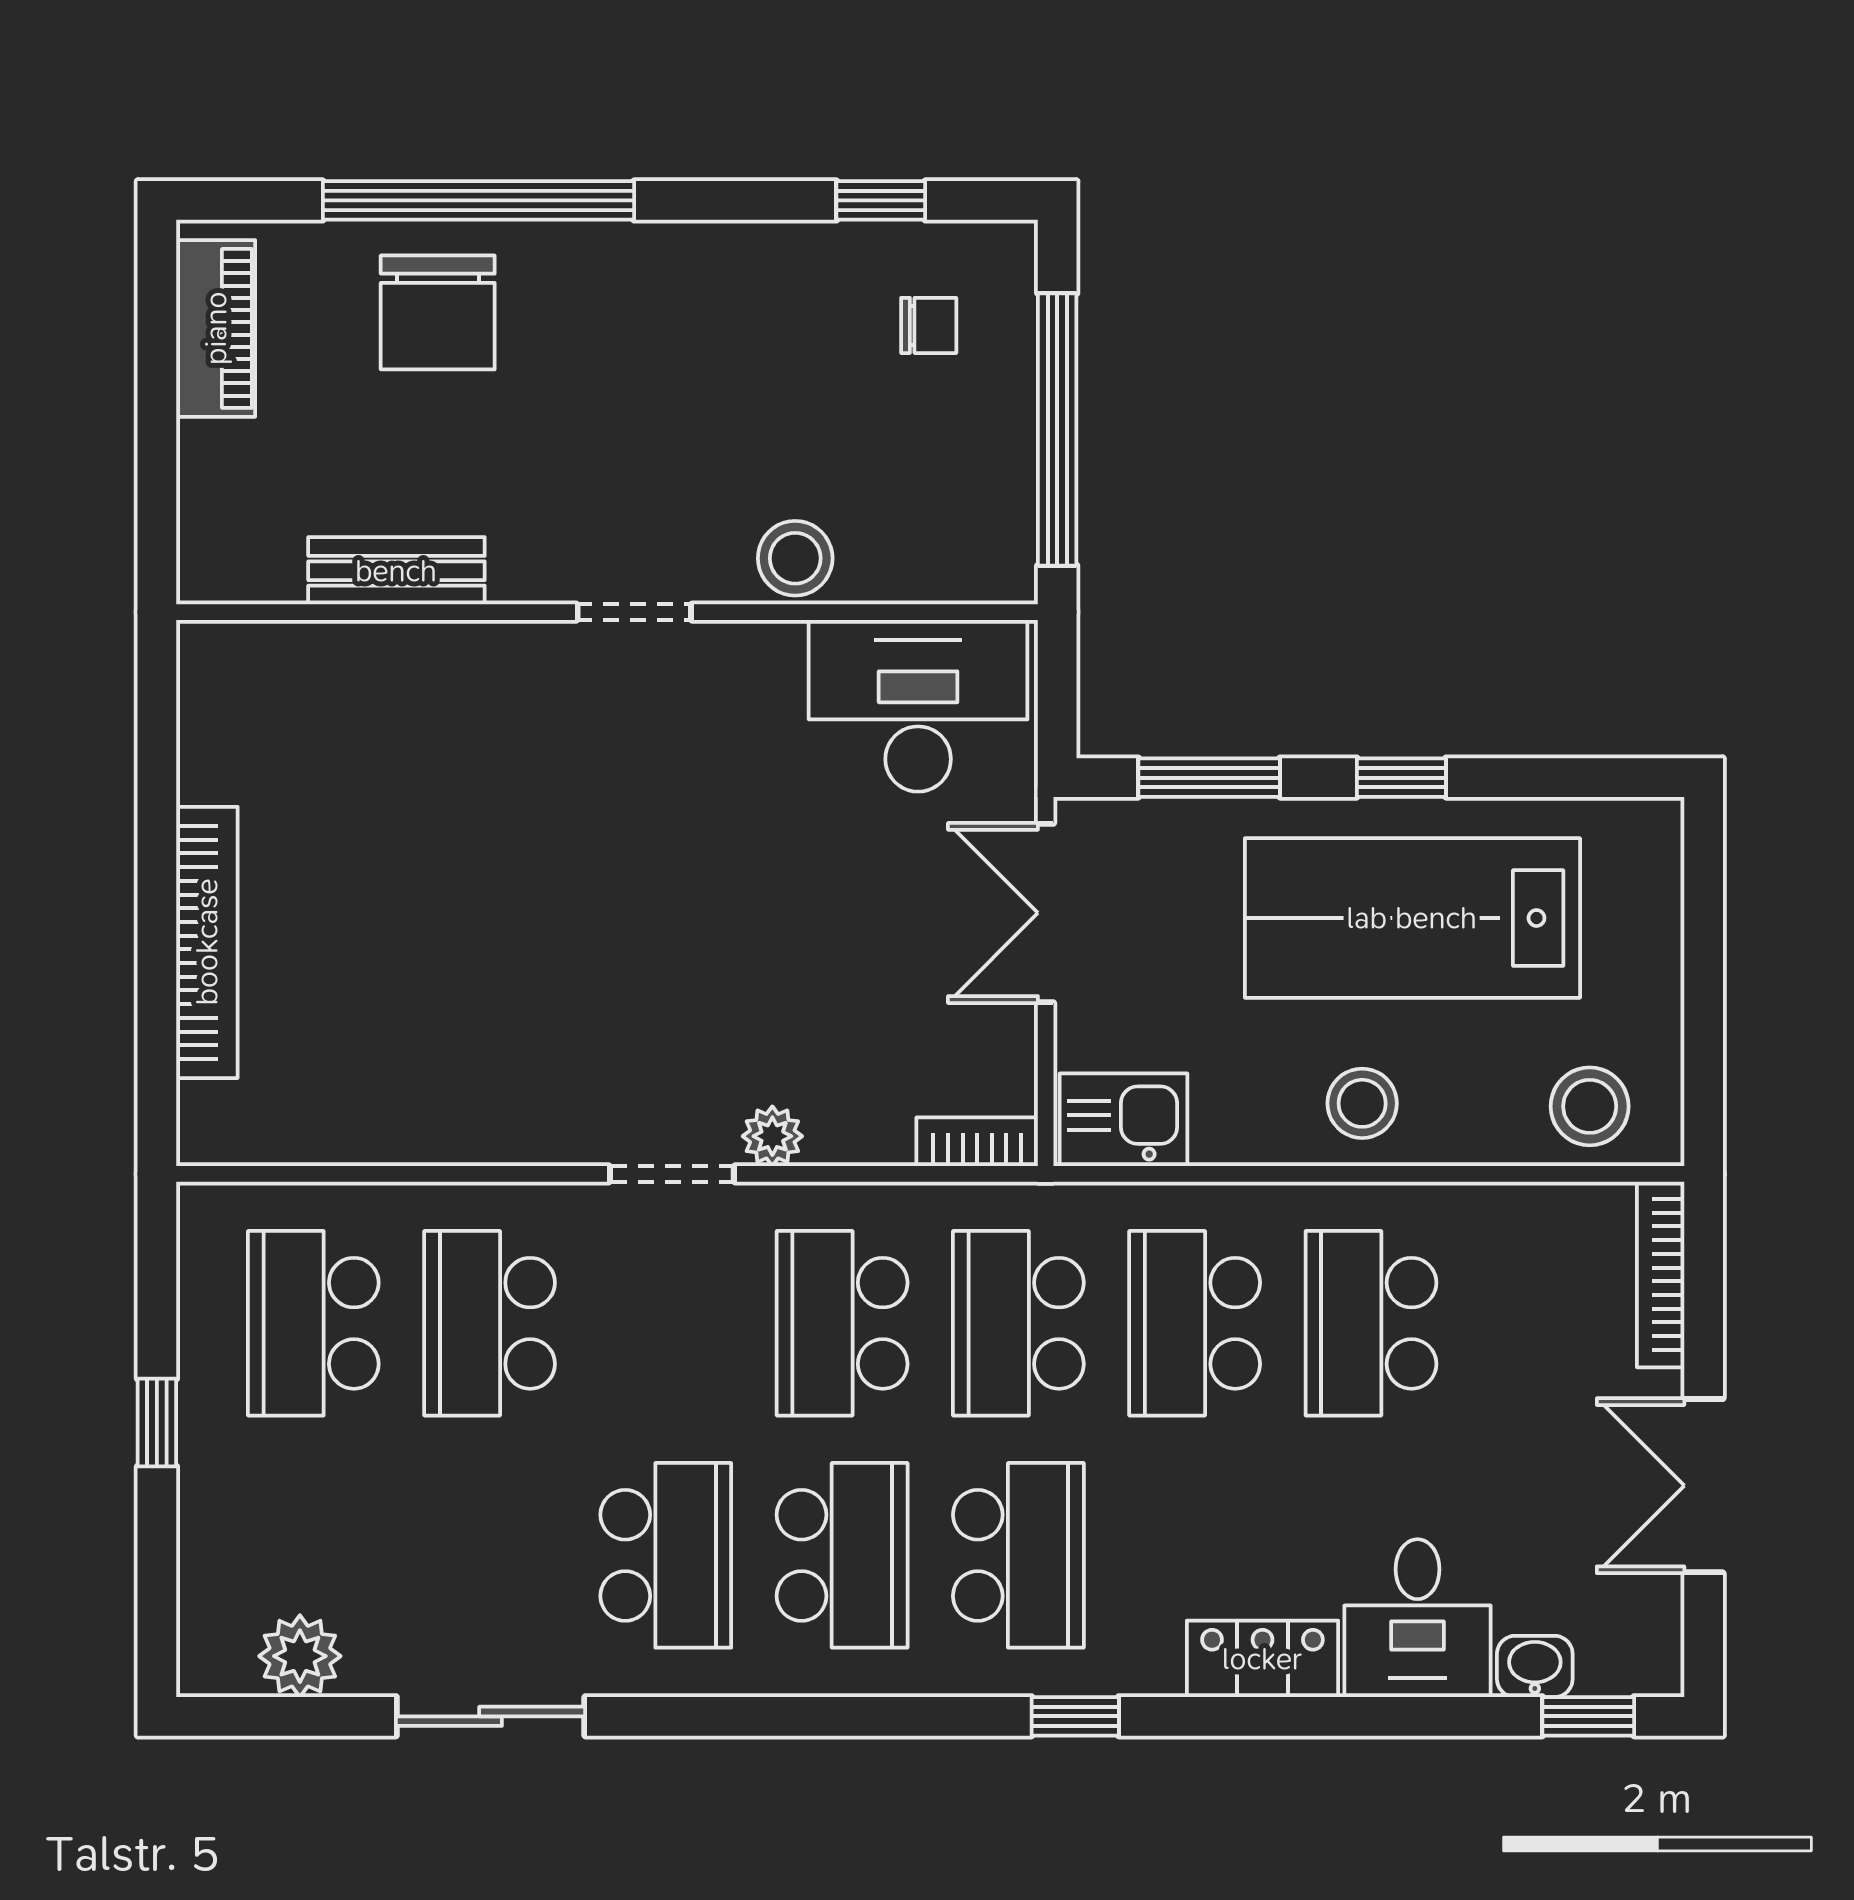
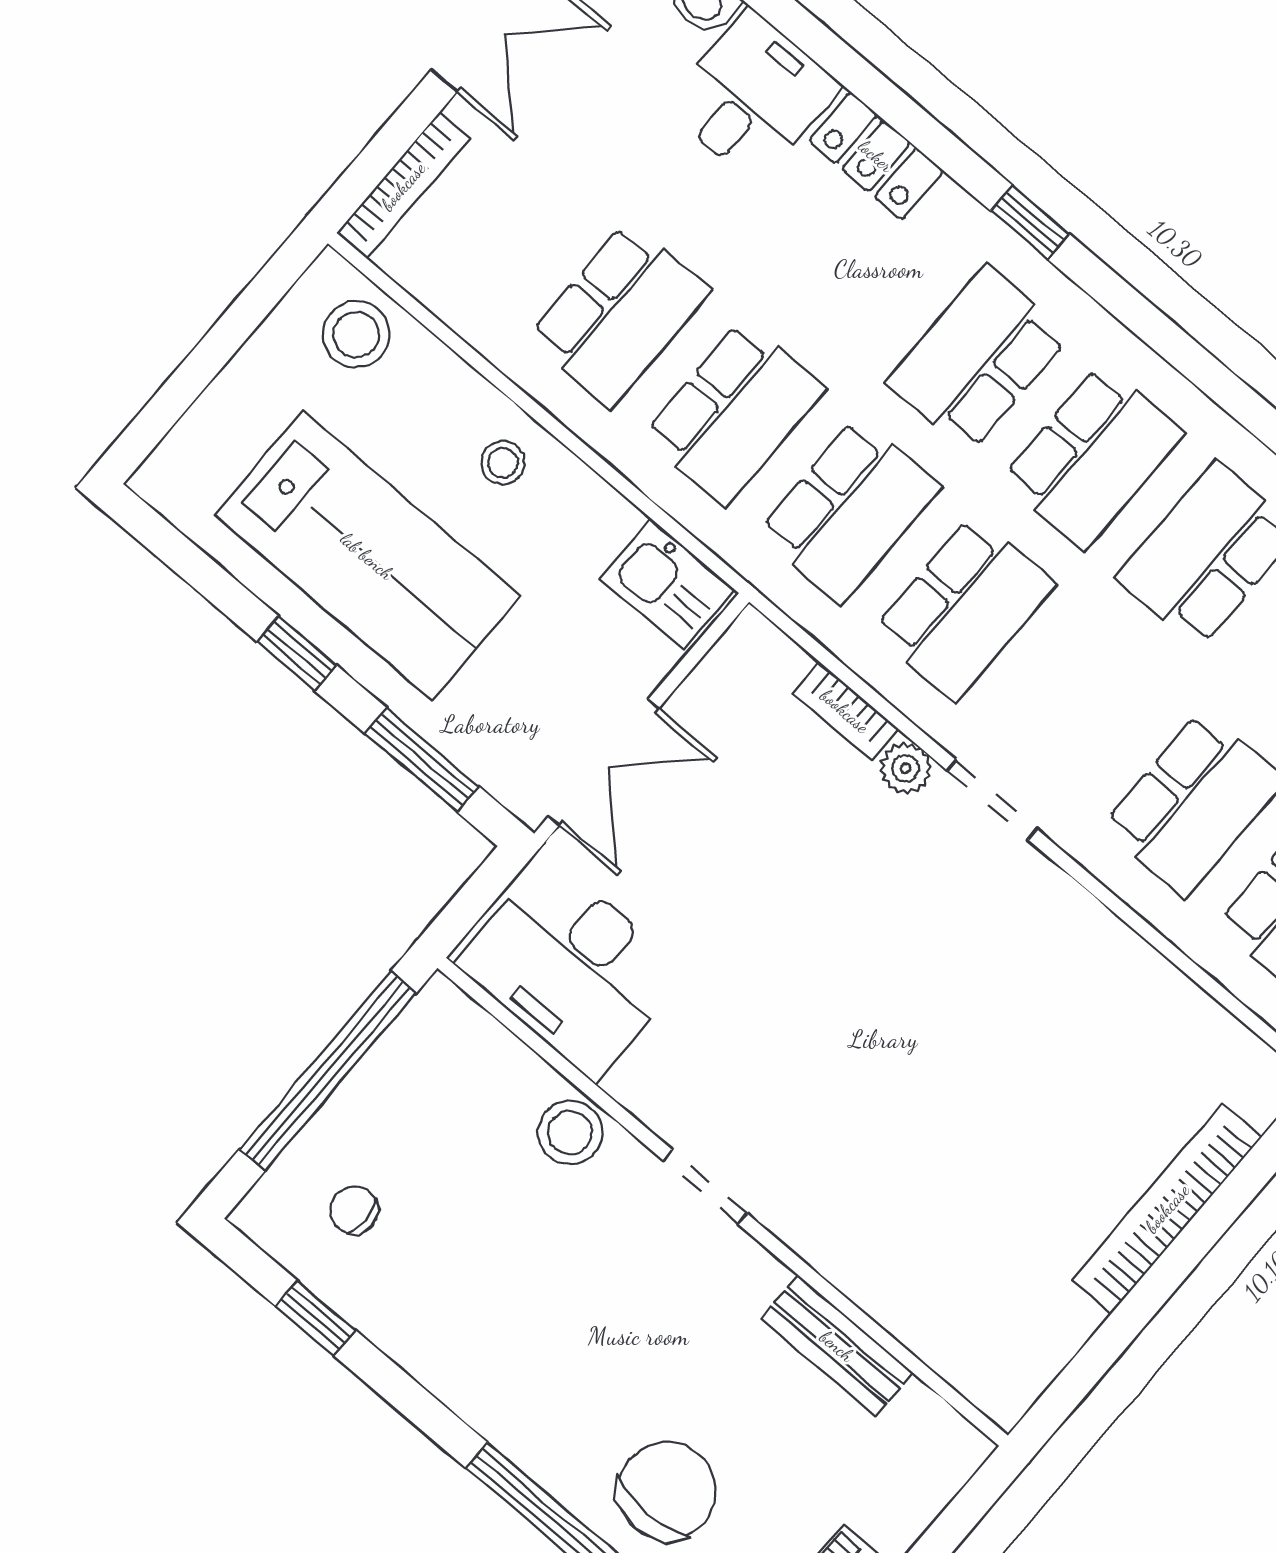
stool: (1362, 1103) -> (503, 463), width x0.73, depth x0.73
bookcase: (977, 1142) -> (845, 711), moved
school desk: (842, 1555) -> (1093, 457), turned 180

